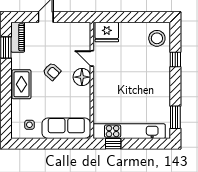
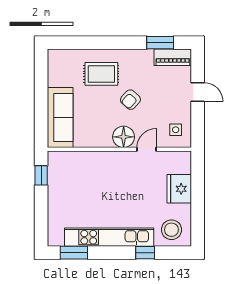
fridge: (107, 32) -> (179, 189), moved
rug: (21, 84) -> (101, 74), moved
side table: (29, 125) -> (176, 130), moved
kitchen unit: (129, 131) -> (109, 237), moved, turned -90

